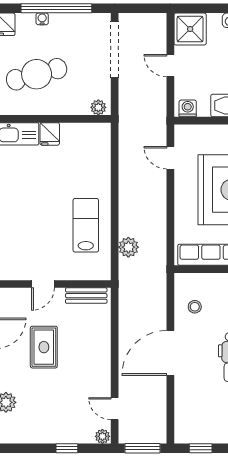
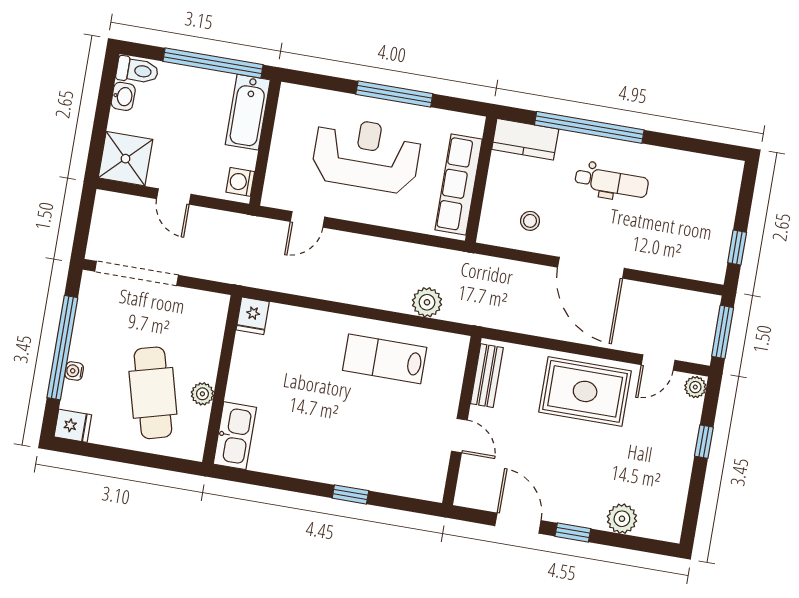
door: (170, 66) -> (174, 196), hinge flipped
plant: (98, 107) -> (202, 394), moved
fridge: (50, 134) -> (253, 316), moved, turned 90
rug: (44, 347) -> (585, 391), moved, width x1.36, depth x1.43

